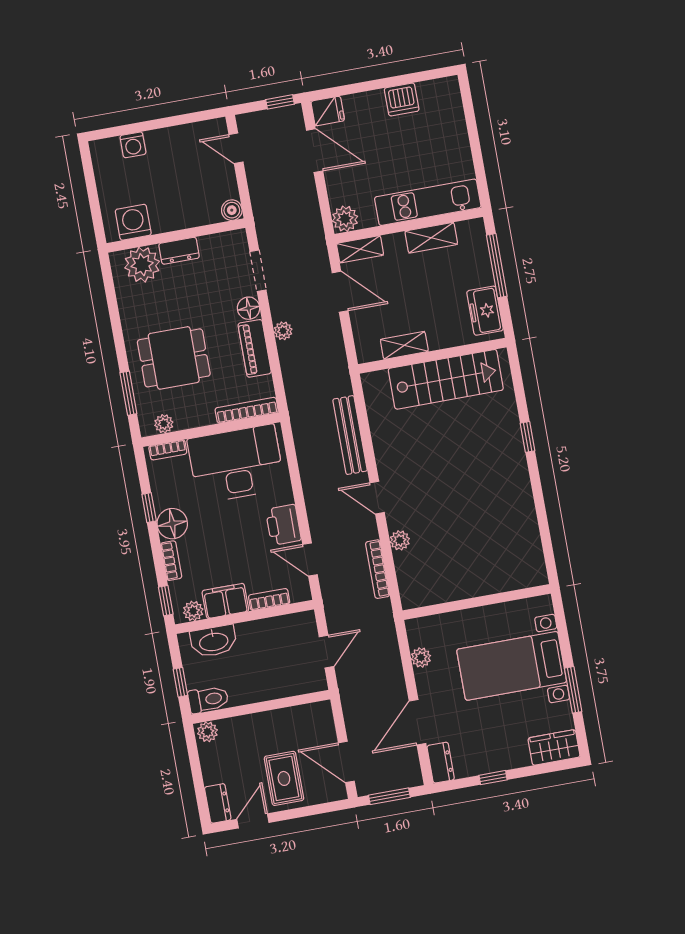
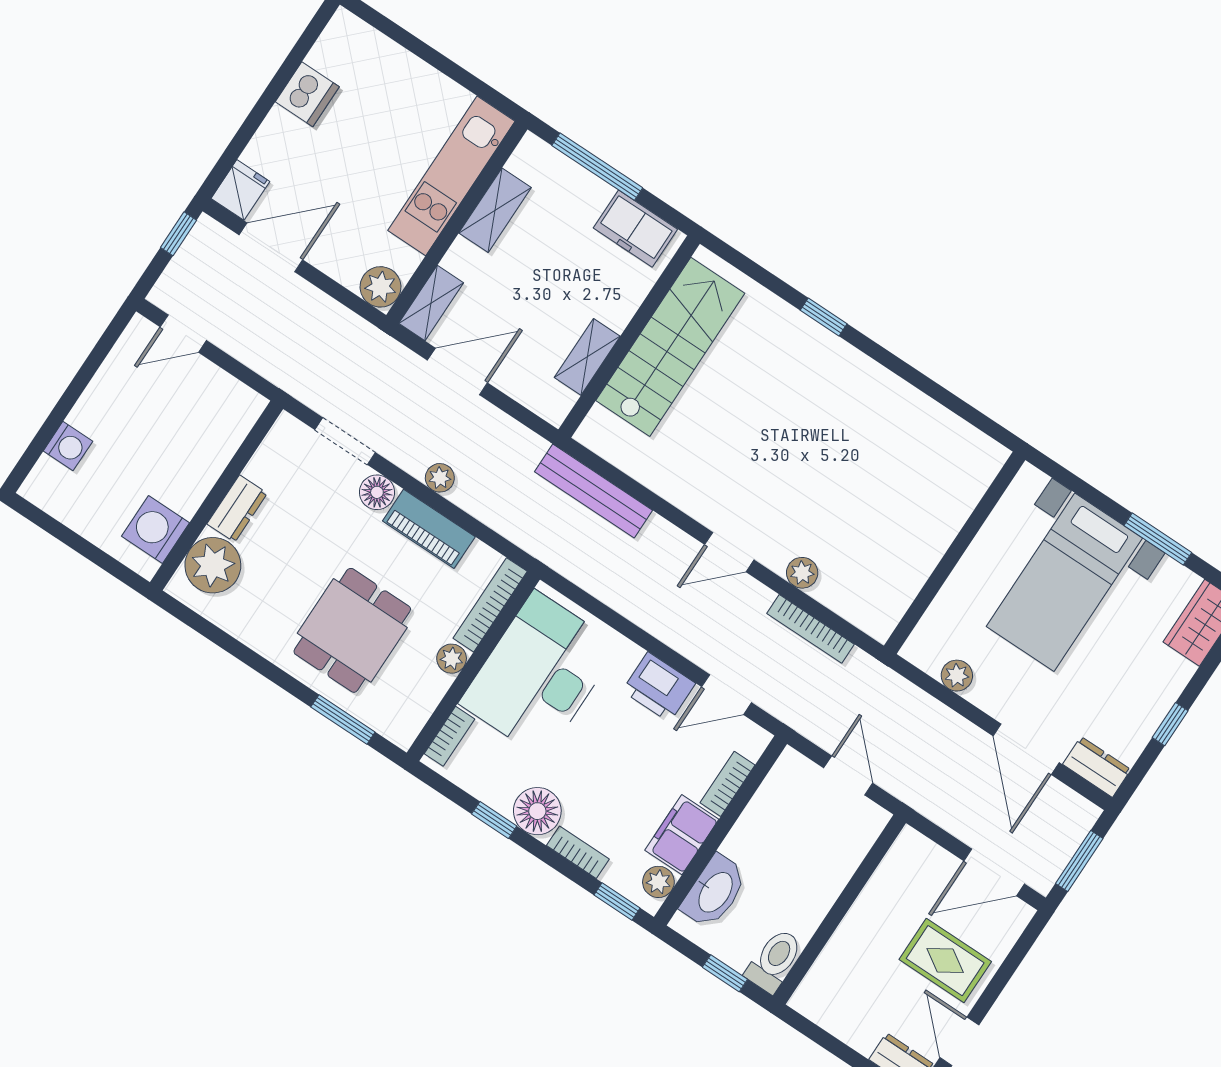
boiler: (232, 210) -> (248, 405), removed
plant: (164, 424) -> (452, 659), moved
bench: (350, 435) -> (593, 491), moved
plant: (207, 732) -> (810, 996), removed

